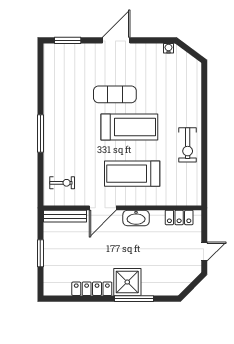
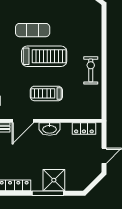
exercise bike: (188, 145) -> (91, 70), turned 180
treadmill: (132, 174) -> (46, 93), width x0.73, depth x0.73
shower: (127, 282) -> (54, 180), moved

